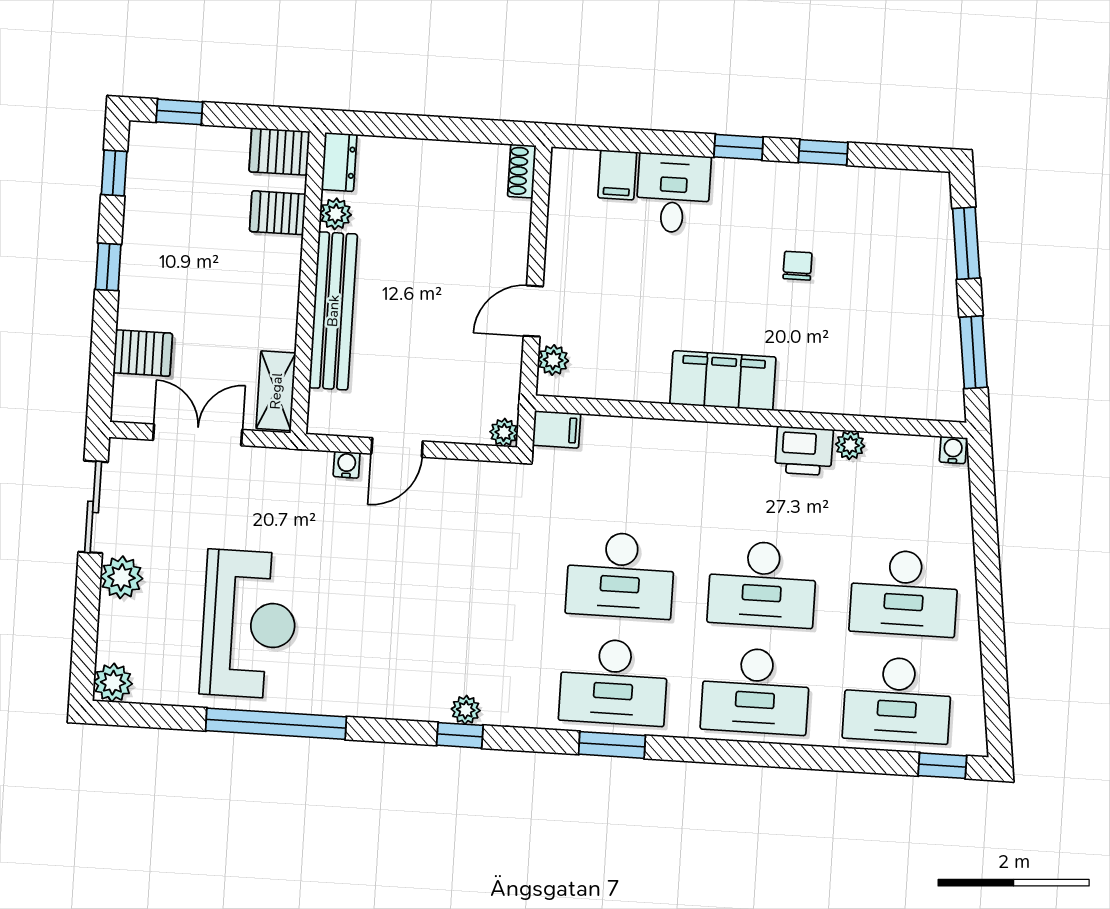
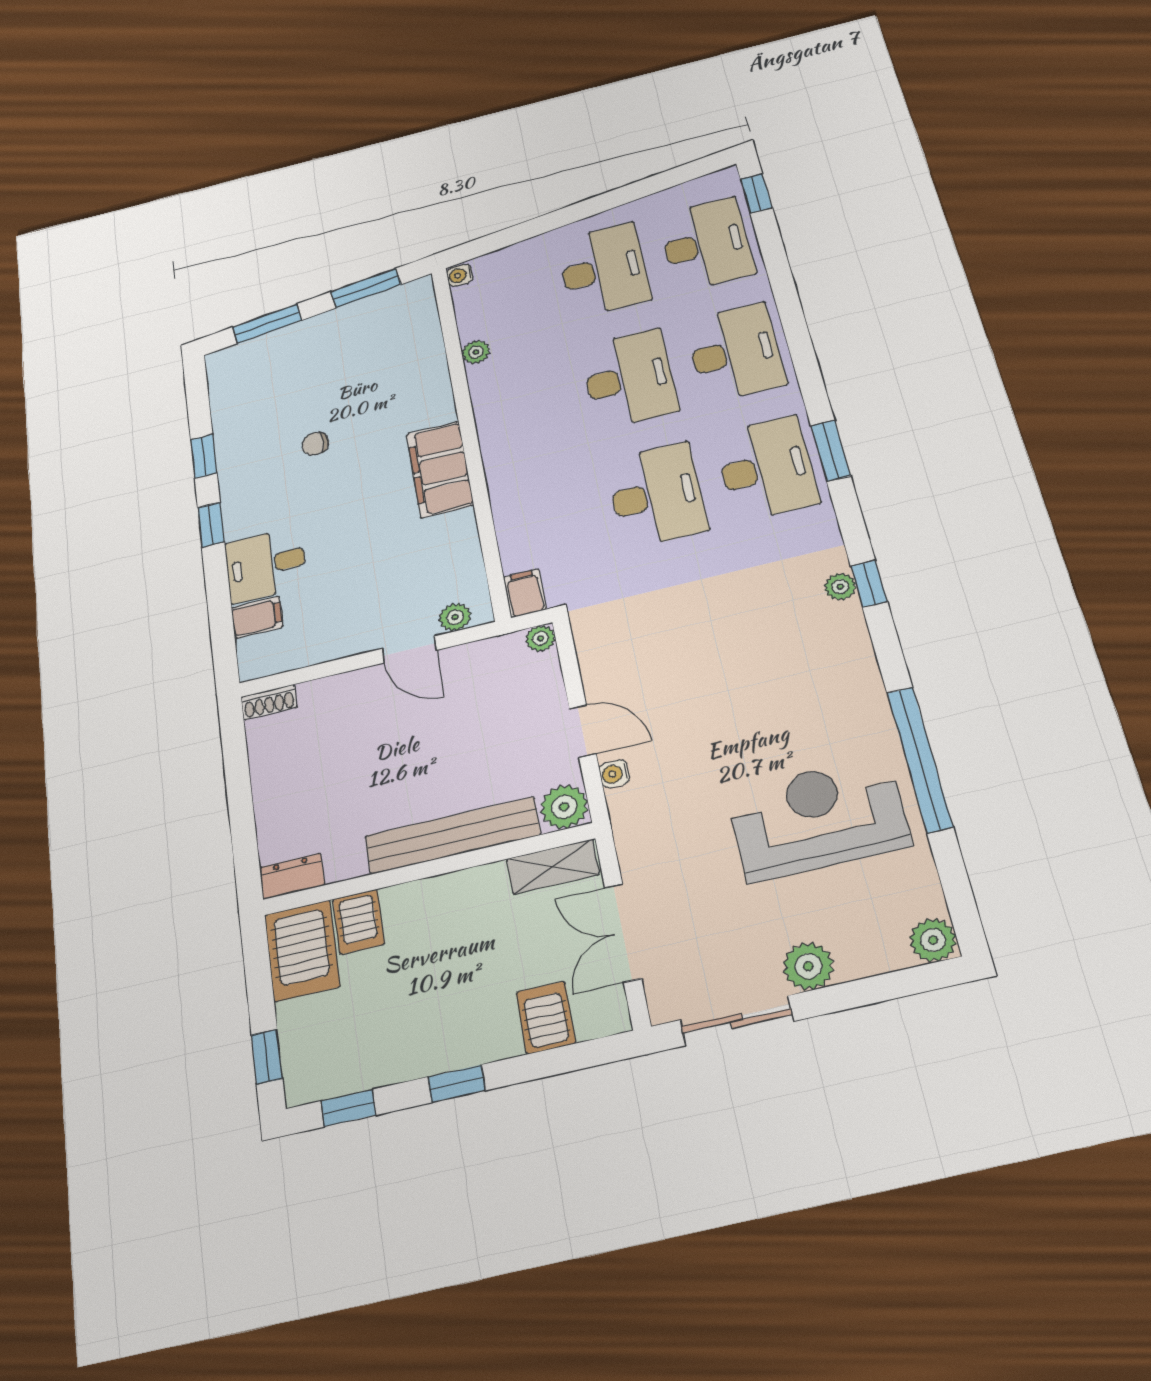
server rack: (279, 152) -> (302, 951), width x1.36, depth x1.44
plant: (336, 214) -> (564, 807), moved, width x1.38, depth x1.38
printer: (804, 451) -> (491, 385), removed

